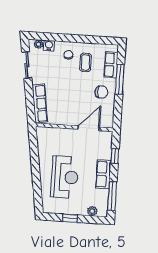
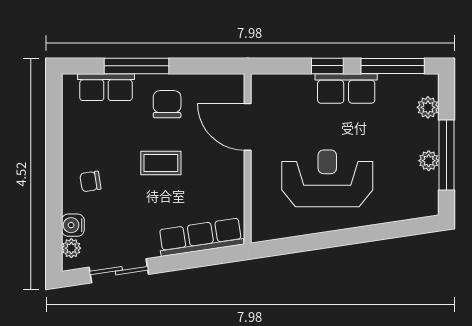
coffee table: (86, 62) -> (161, 163), moved
window: (115, 156) -> (327, 66), moved
reception desk: (65, 177) -> (327, 178), moved
plant: (68, 210) -> (429, 161), added
window: (70, 218) -> (446, 155), width x2.17

